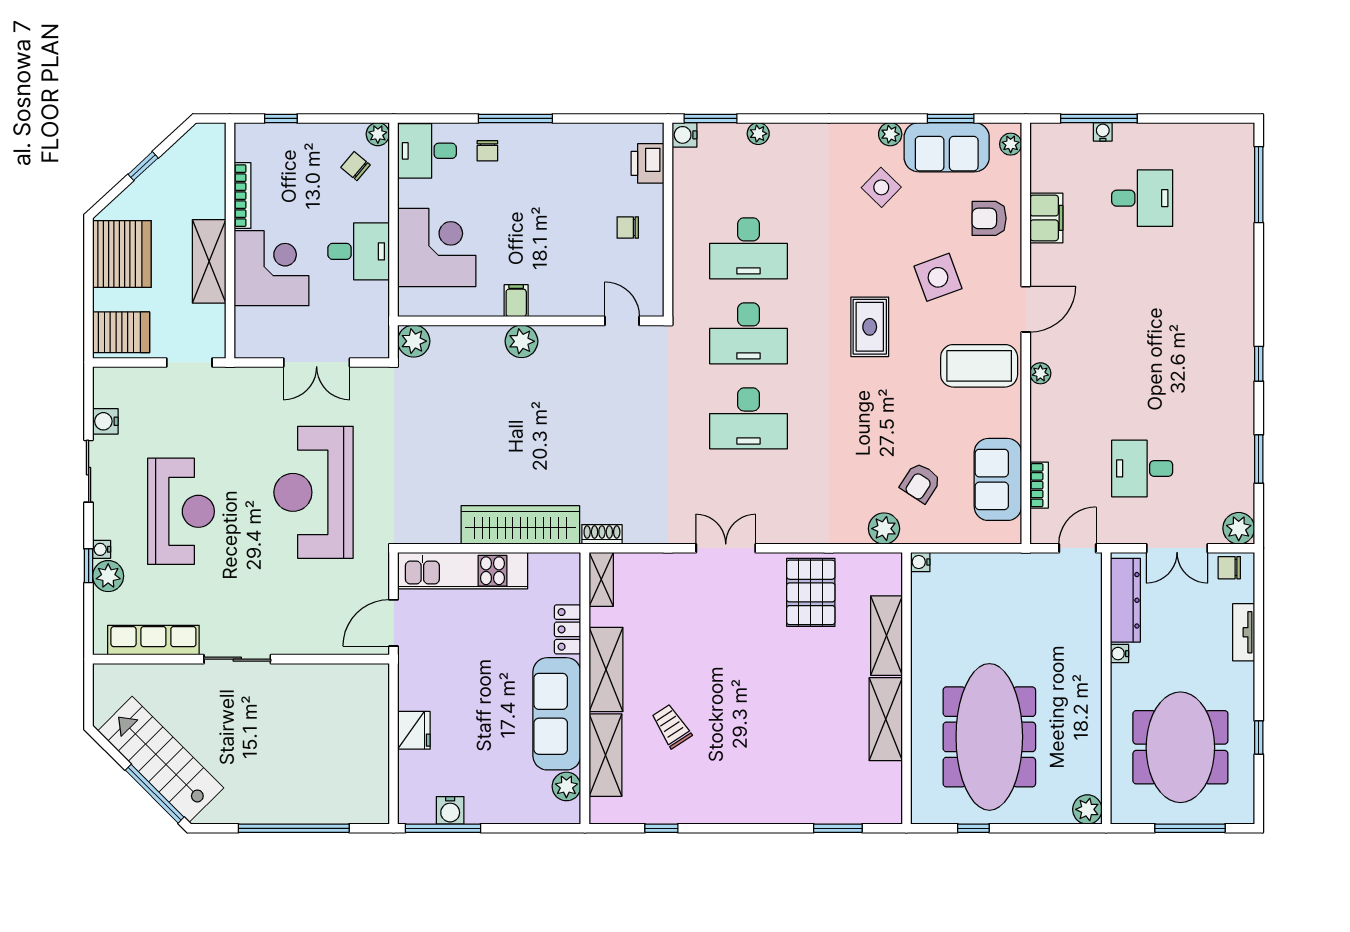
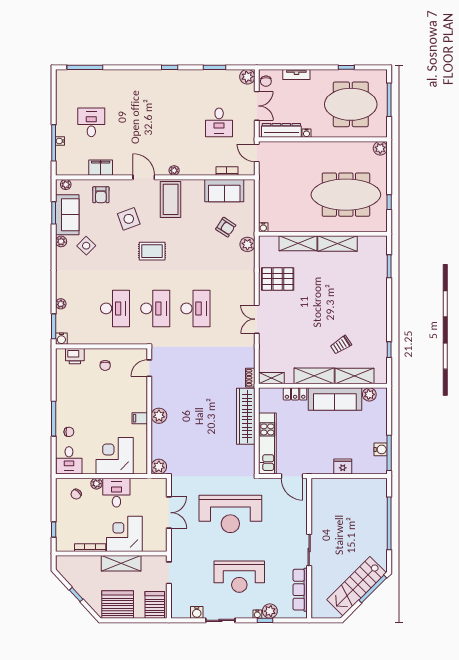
plant: (378, 134) -> (96, 484), moved
reception desk: (181, 511) -> (239, 577), turned 180

